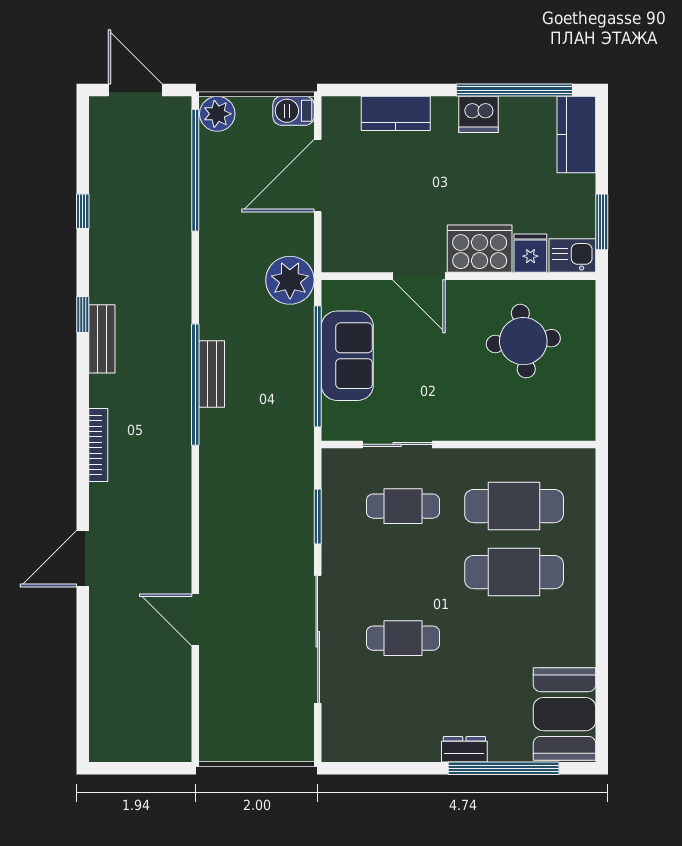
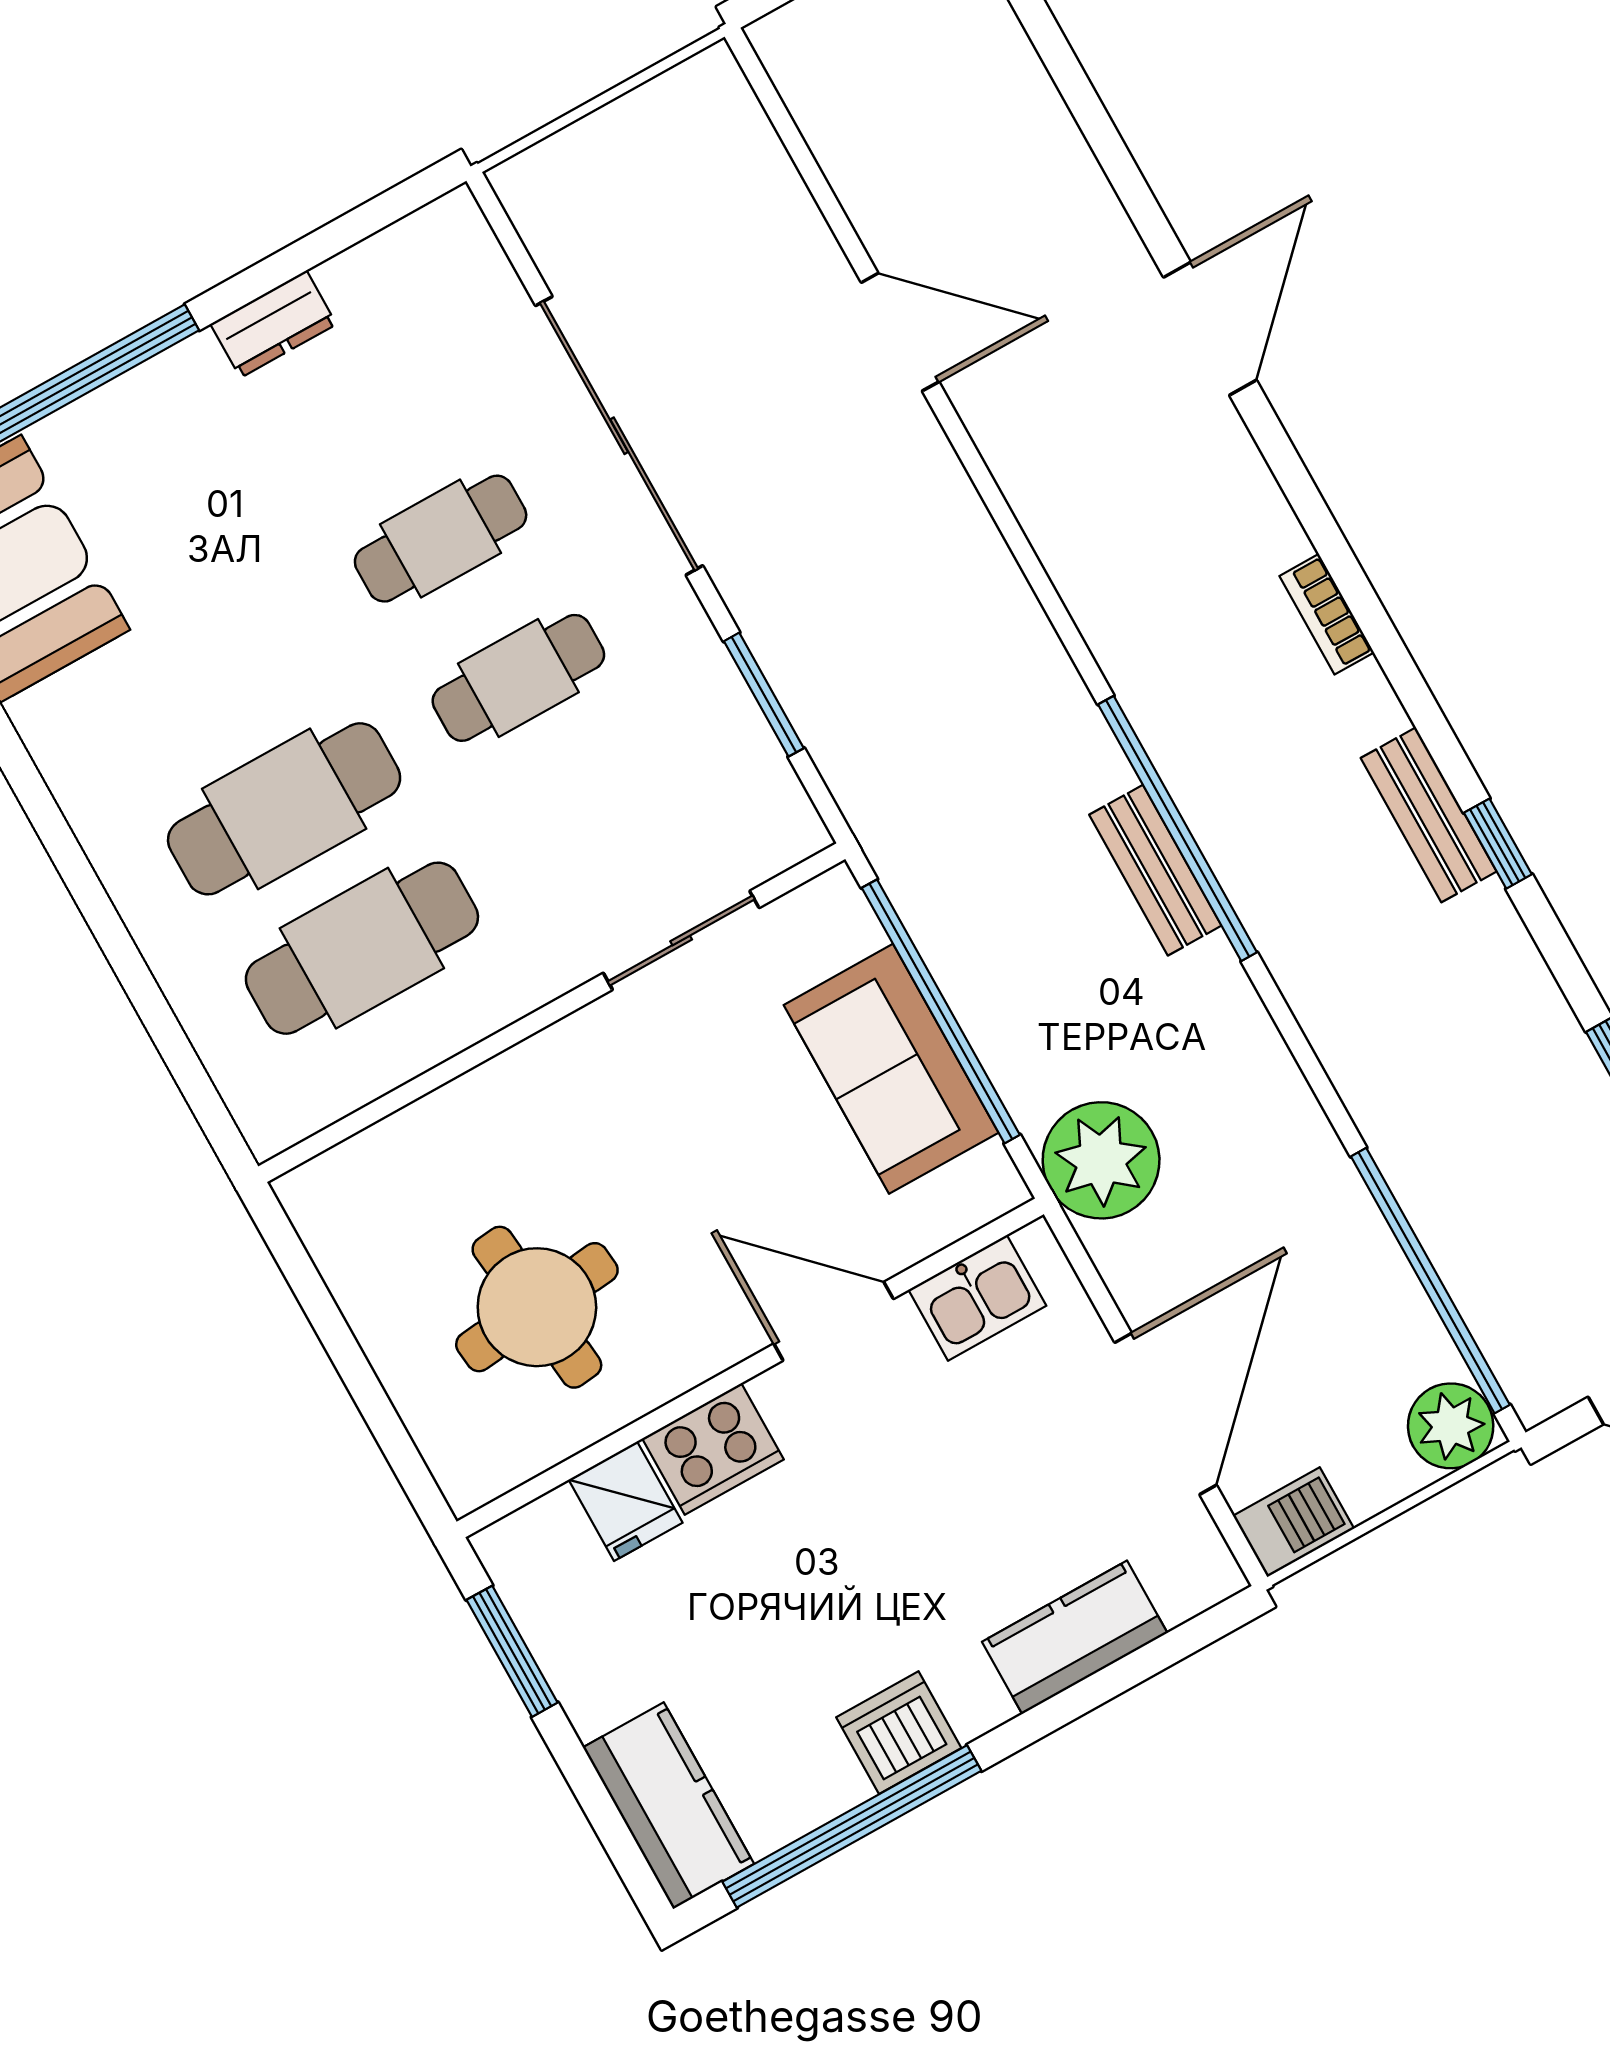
cooker: (480, 249) -> (713, 1449), width x0.73, depth x0.76
kitchen sink: (572, 256) -> (977, 1298), moved
bookcase: (98, 445) -> (1327, 614), width x0.64
cafe table: (403, 506) -> (518, 678), moved
dresser: (464, 749) -> (273, 324), moved

